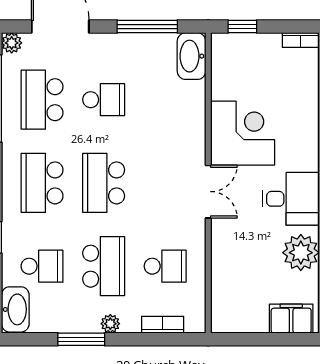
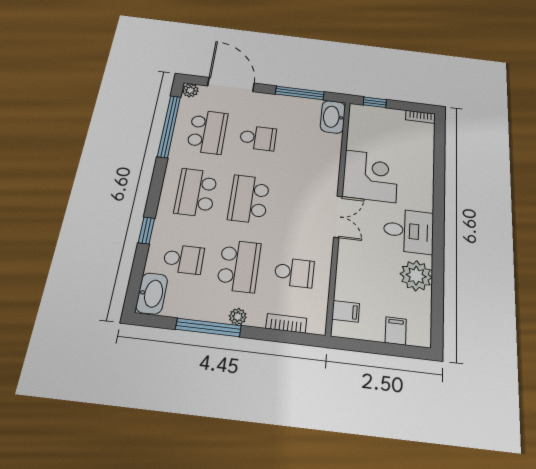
school desk: (42, 100) -> (207, 132), turned 180
filing cabinet: (225, 303) -> (346, 311), added
filing cabinet: (291, 319) -> (396, 331), width x0.50
window: (81, 339) -> (208, 328), width x1.44

